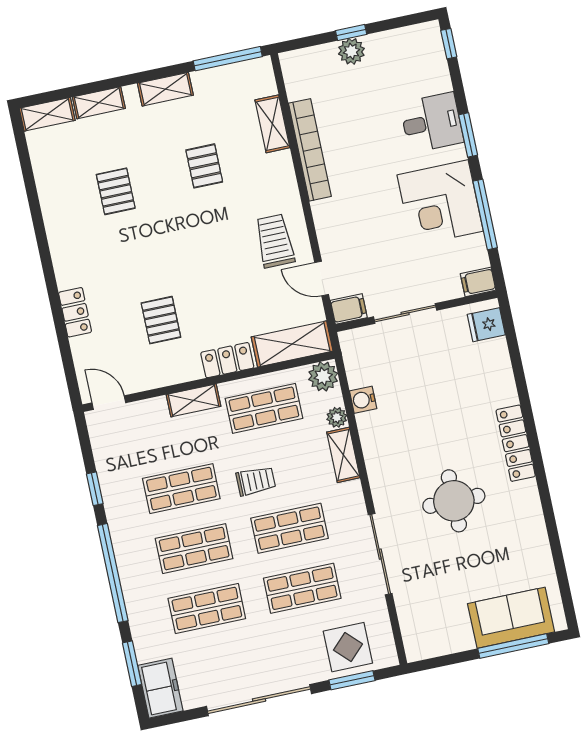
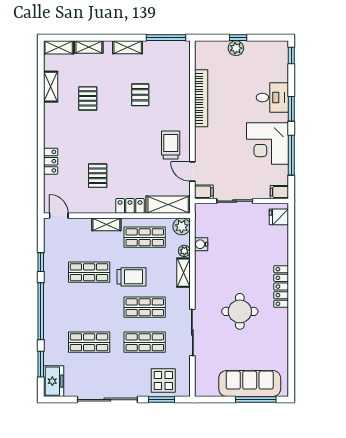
shelving: (272, 124) -> (51, 87), moved
trolley: (256, 481) -> (132, 277), width x1.36, depth x1.39
shop shelf: (194, 549) -> (89, 307), removed
sofa: (511, 618) -> (250, 383), width x1.36

